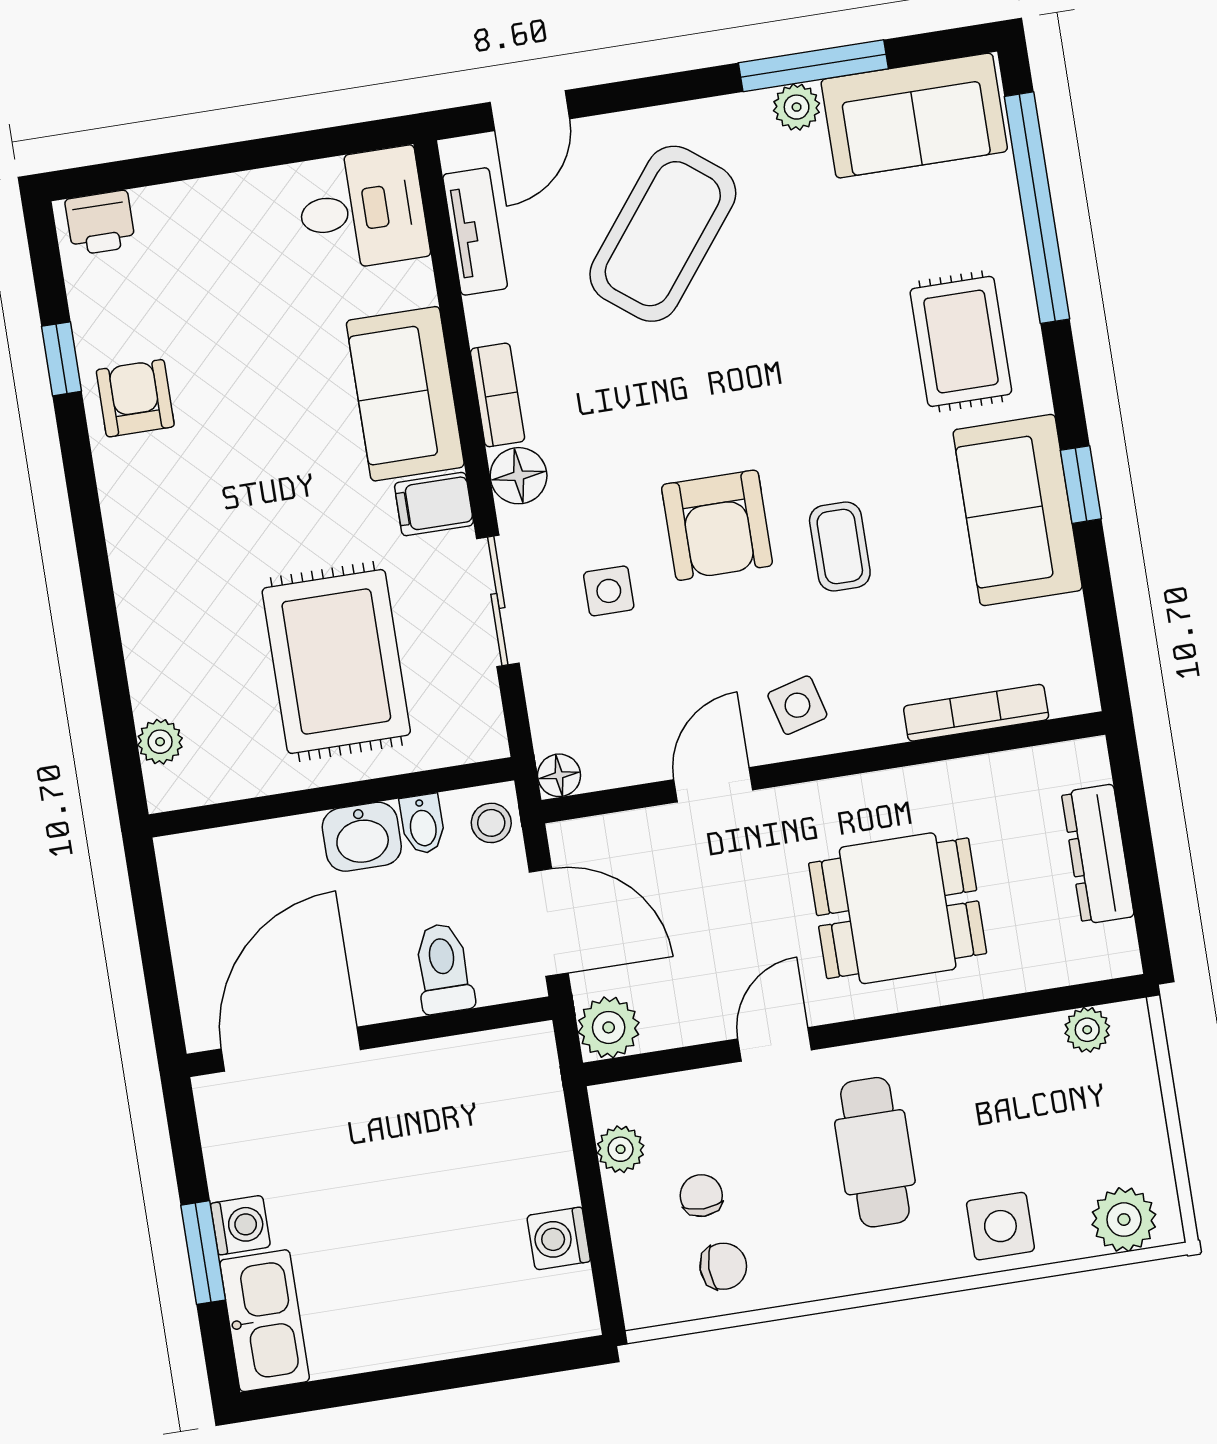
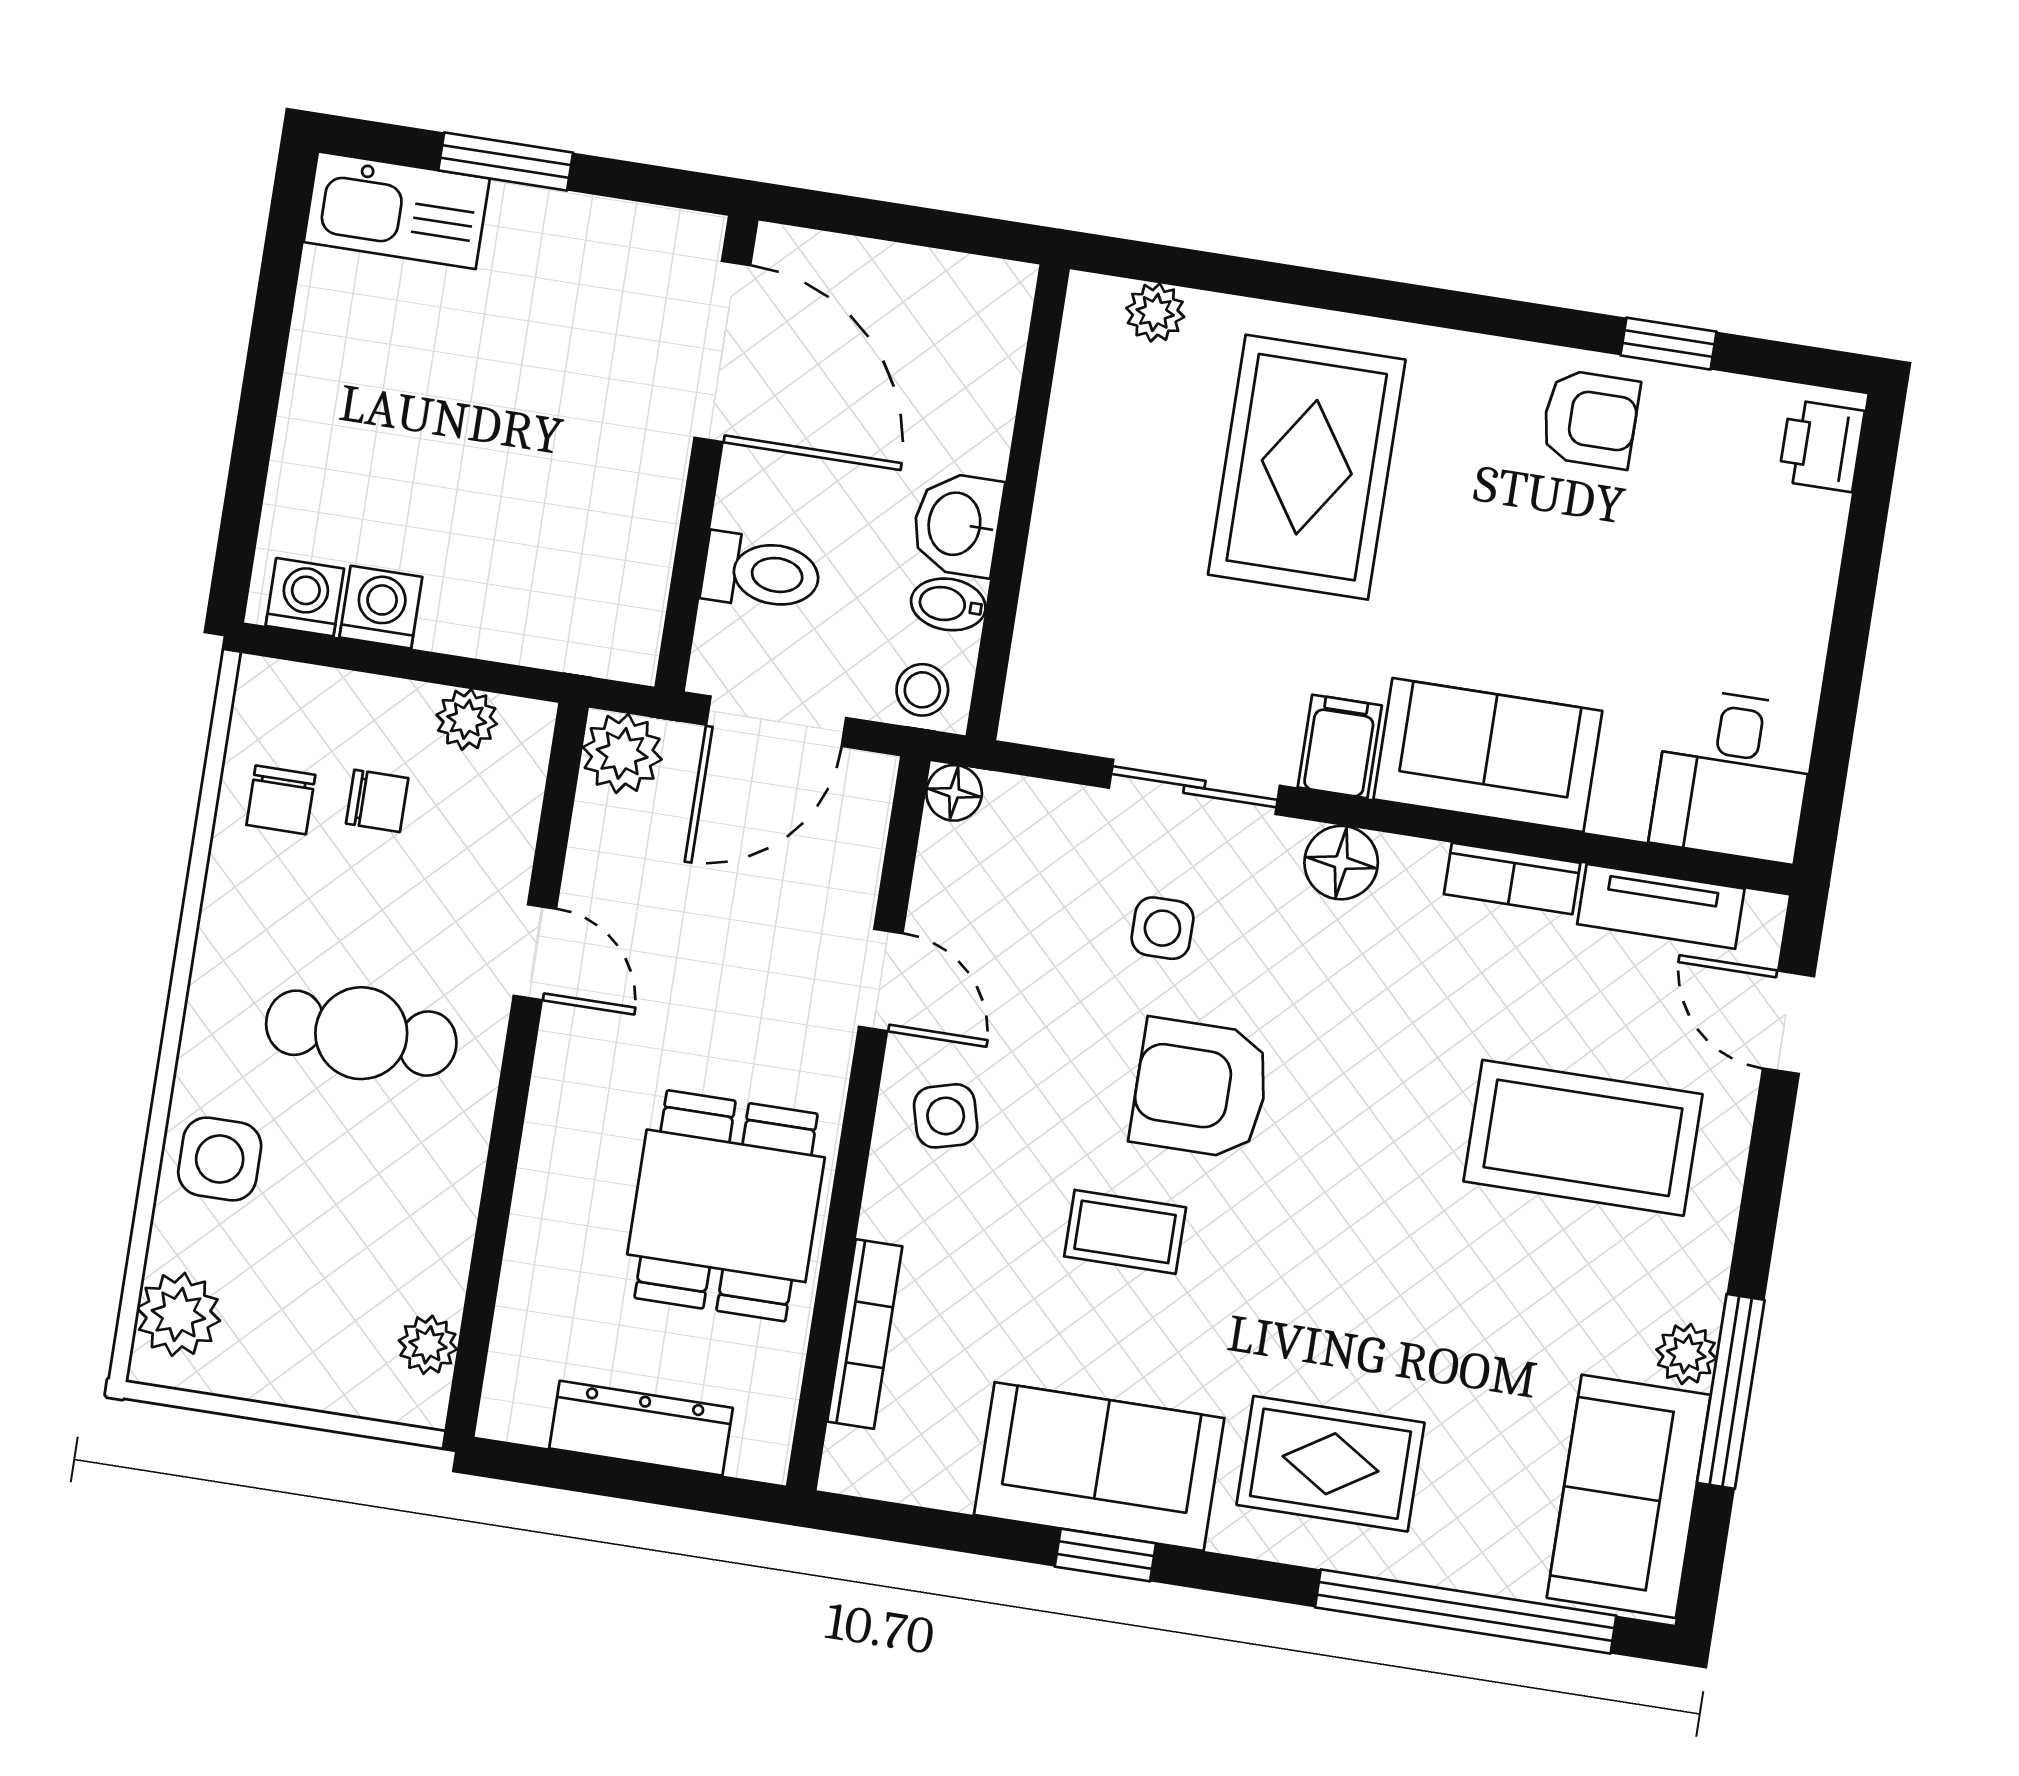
coffee table: (663, 234) -> (1583, 1138), turned -38
bookcase: (497, 395) -> (1512, 879), moved
rug: (336, 661) -> (1307, 467), moved, turned 90
dining table: (898, 908) -> (726, 1206), moved
washing machine: (240, 1225) -> (305, 597), moved, turned 180

